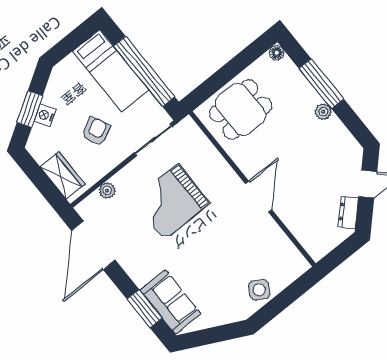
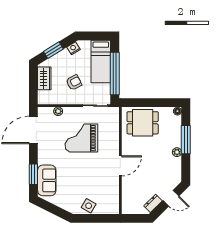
nightstand: (45, 115) -> (73, 48), moved
wardrobe: (63, 176) -> (44, 78), moved

